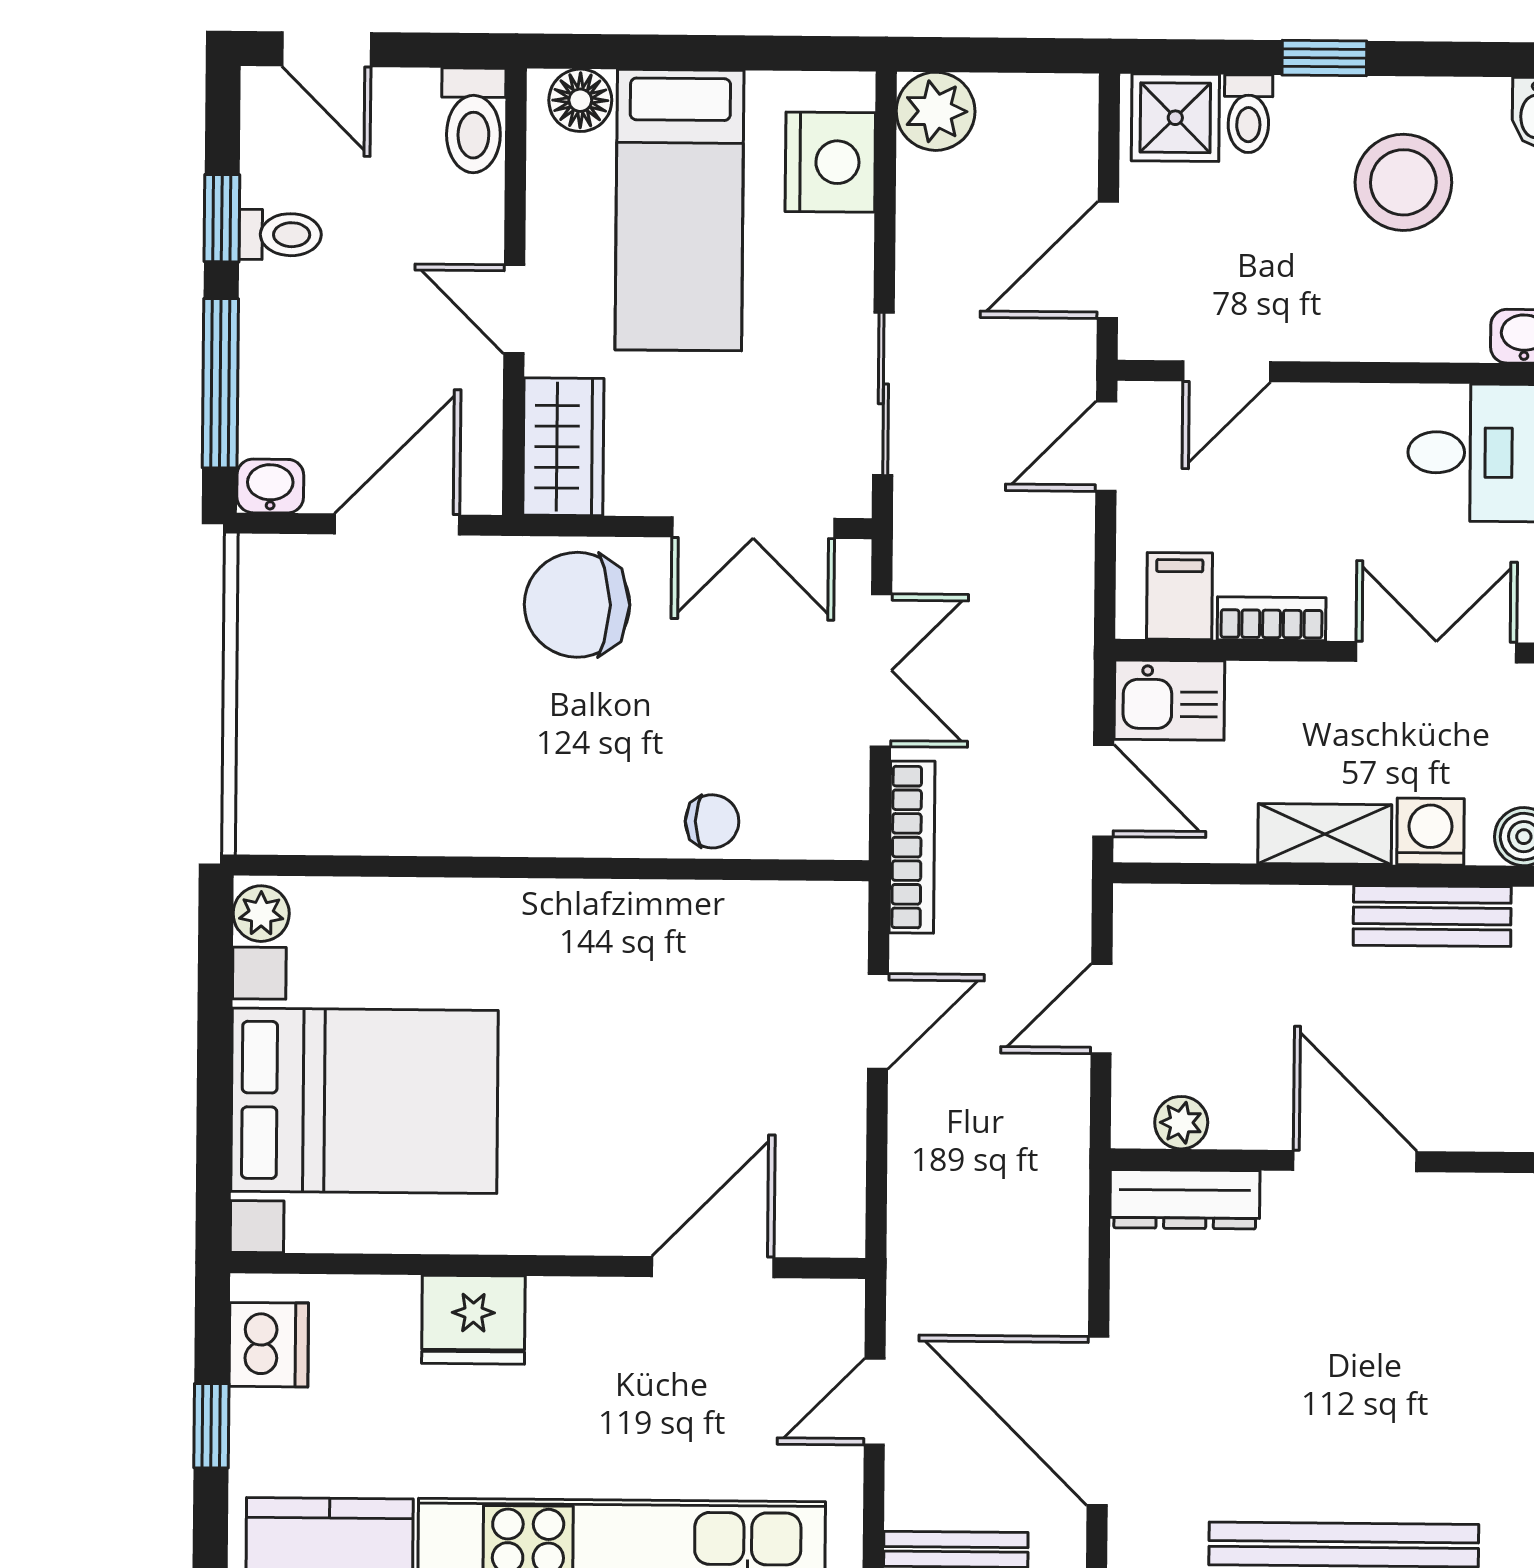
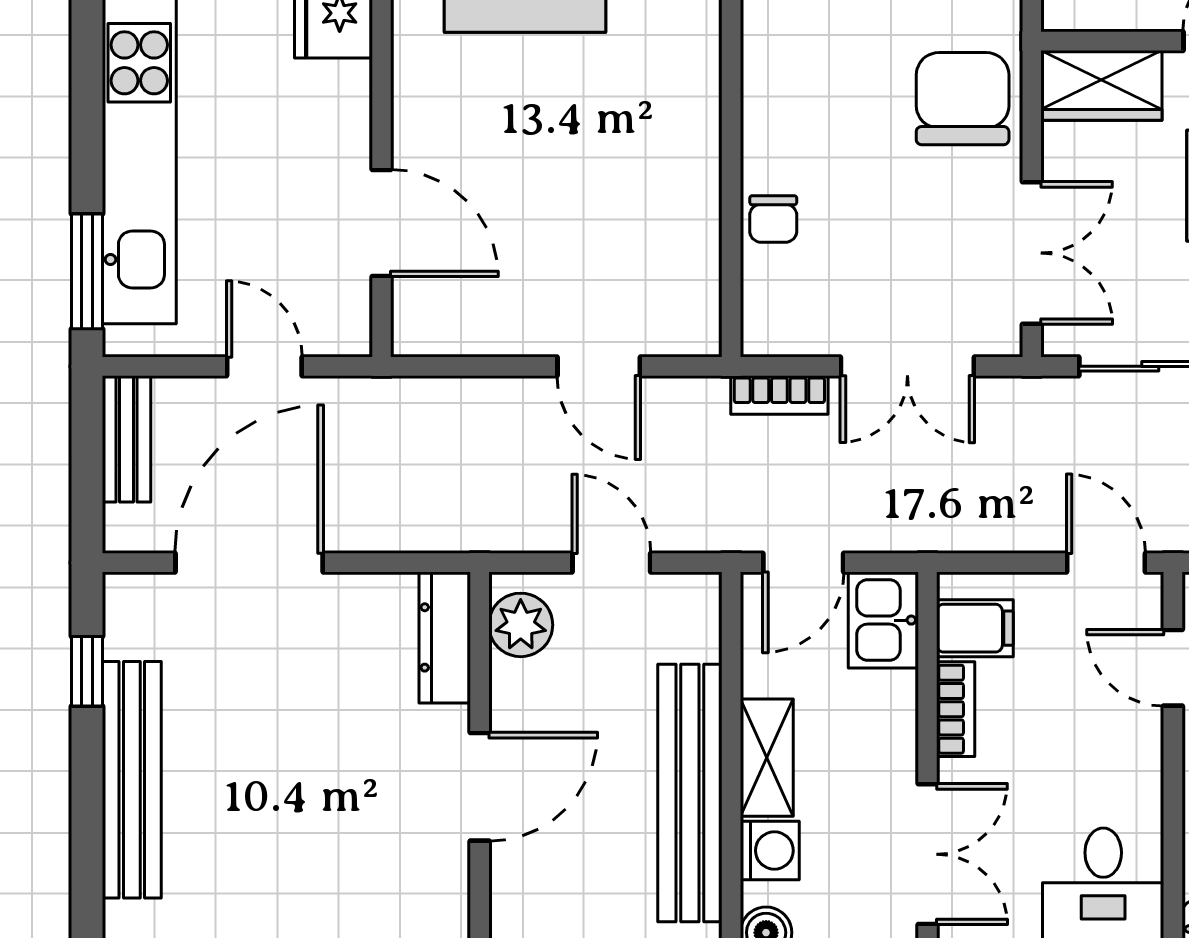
double door: (753, 528) -> (1032, 253), swing flipped
bookcase: (912, 847) -> (779, 395), width x0.64
bench: (1432, 916) -> (690, 793), width x1.86, depth x1.21
plant: (1181, 1123) -> (521, 625), width x1.38, depth x1.38

